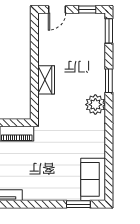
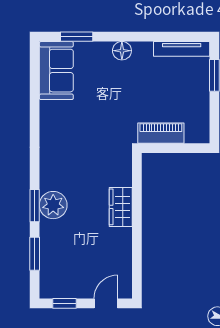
window: (109, 31) -> (35, 254), moved
plant: (95, 105) -> (53, 205), moved
floor lamp: (45, 194) -> (122, 51), added

